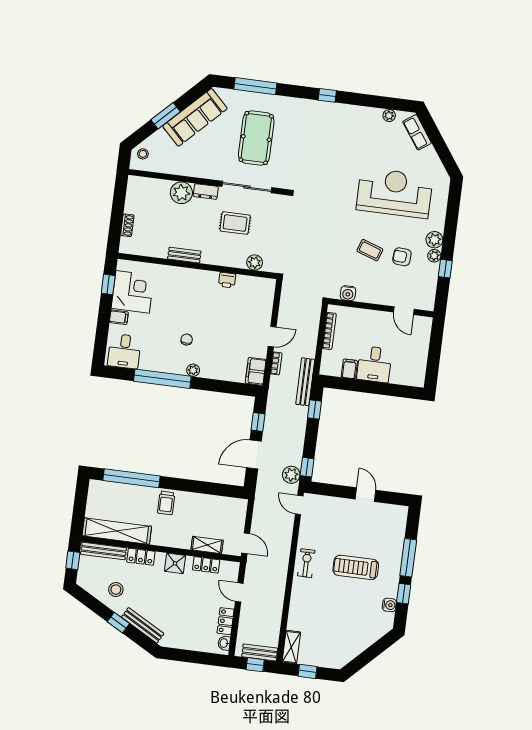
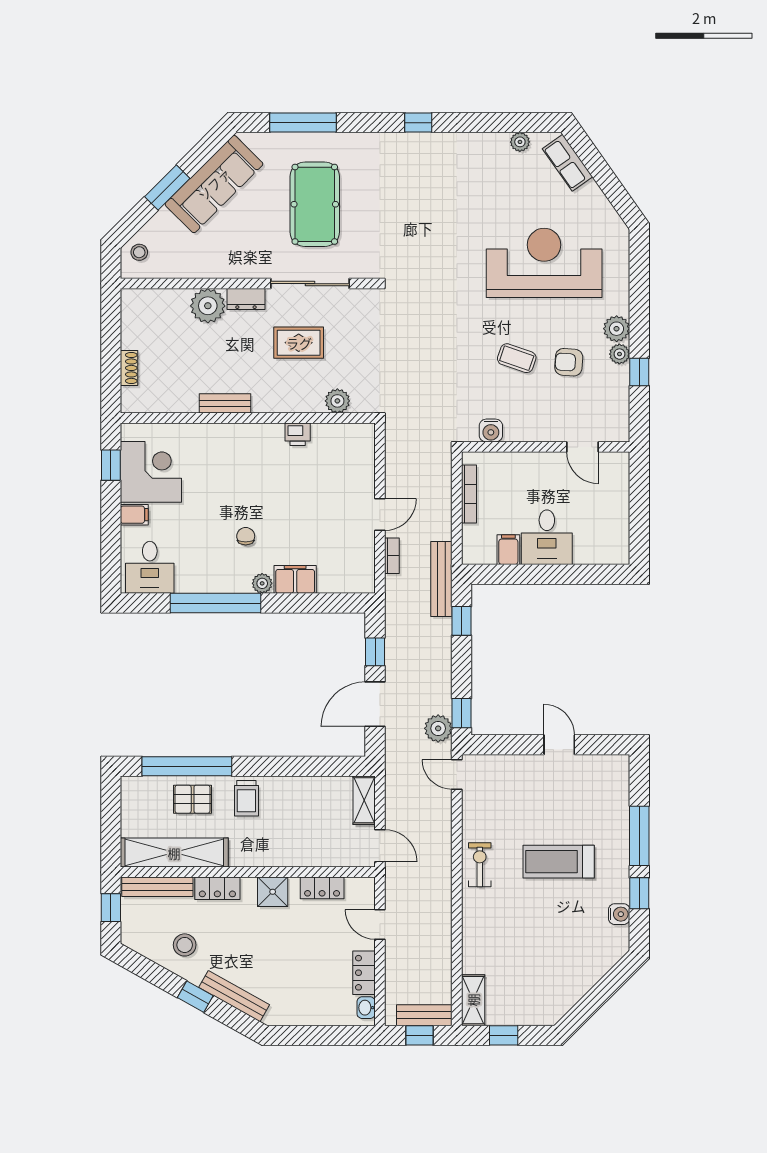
filing cabinet: (256, 371) -> (295, 579), moved, turned 90
pallet: (132, 499) -> (193, 799), added
shelving: (207, 545) -> (364, 800), moved, turned 90

